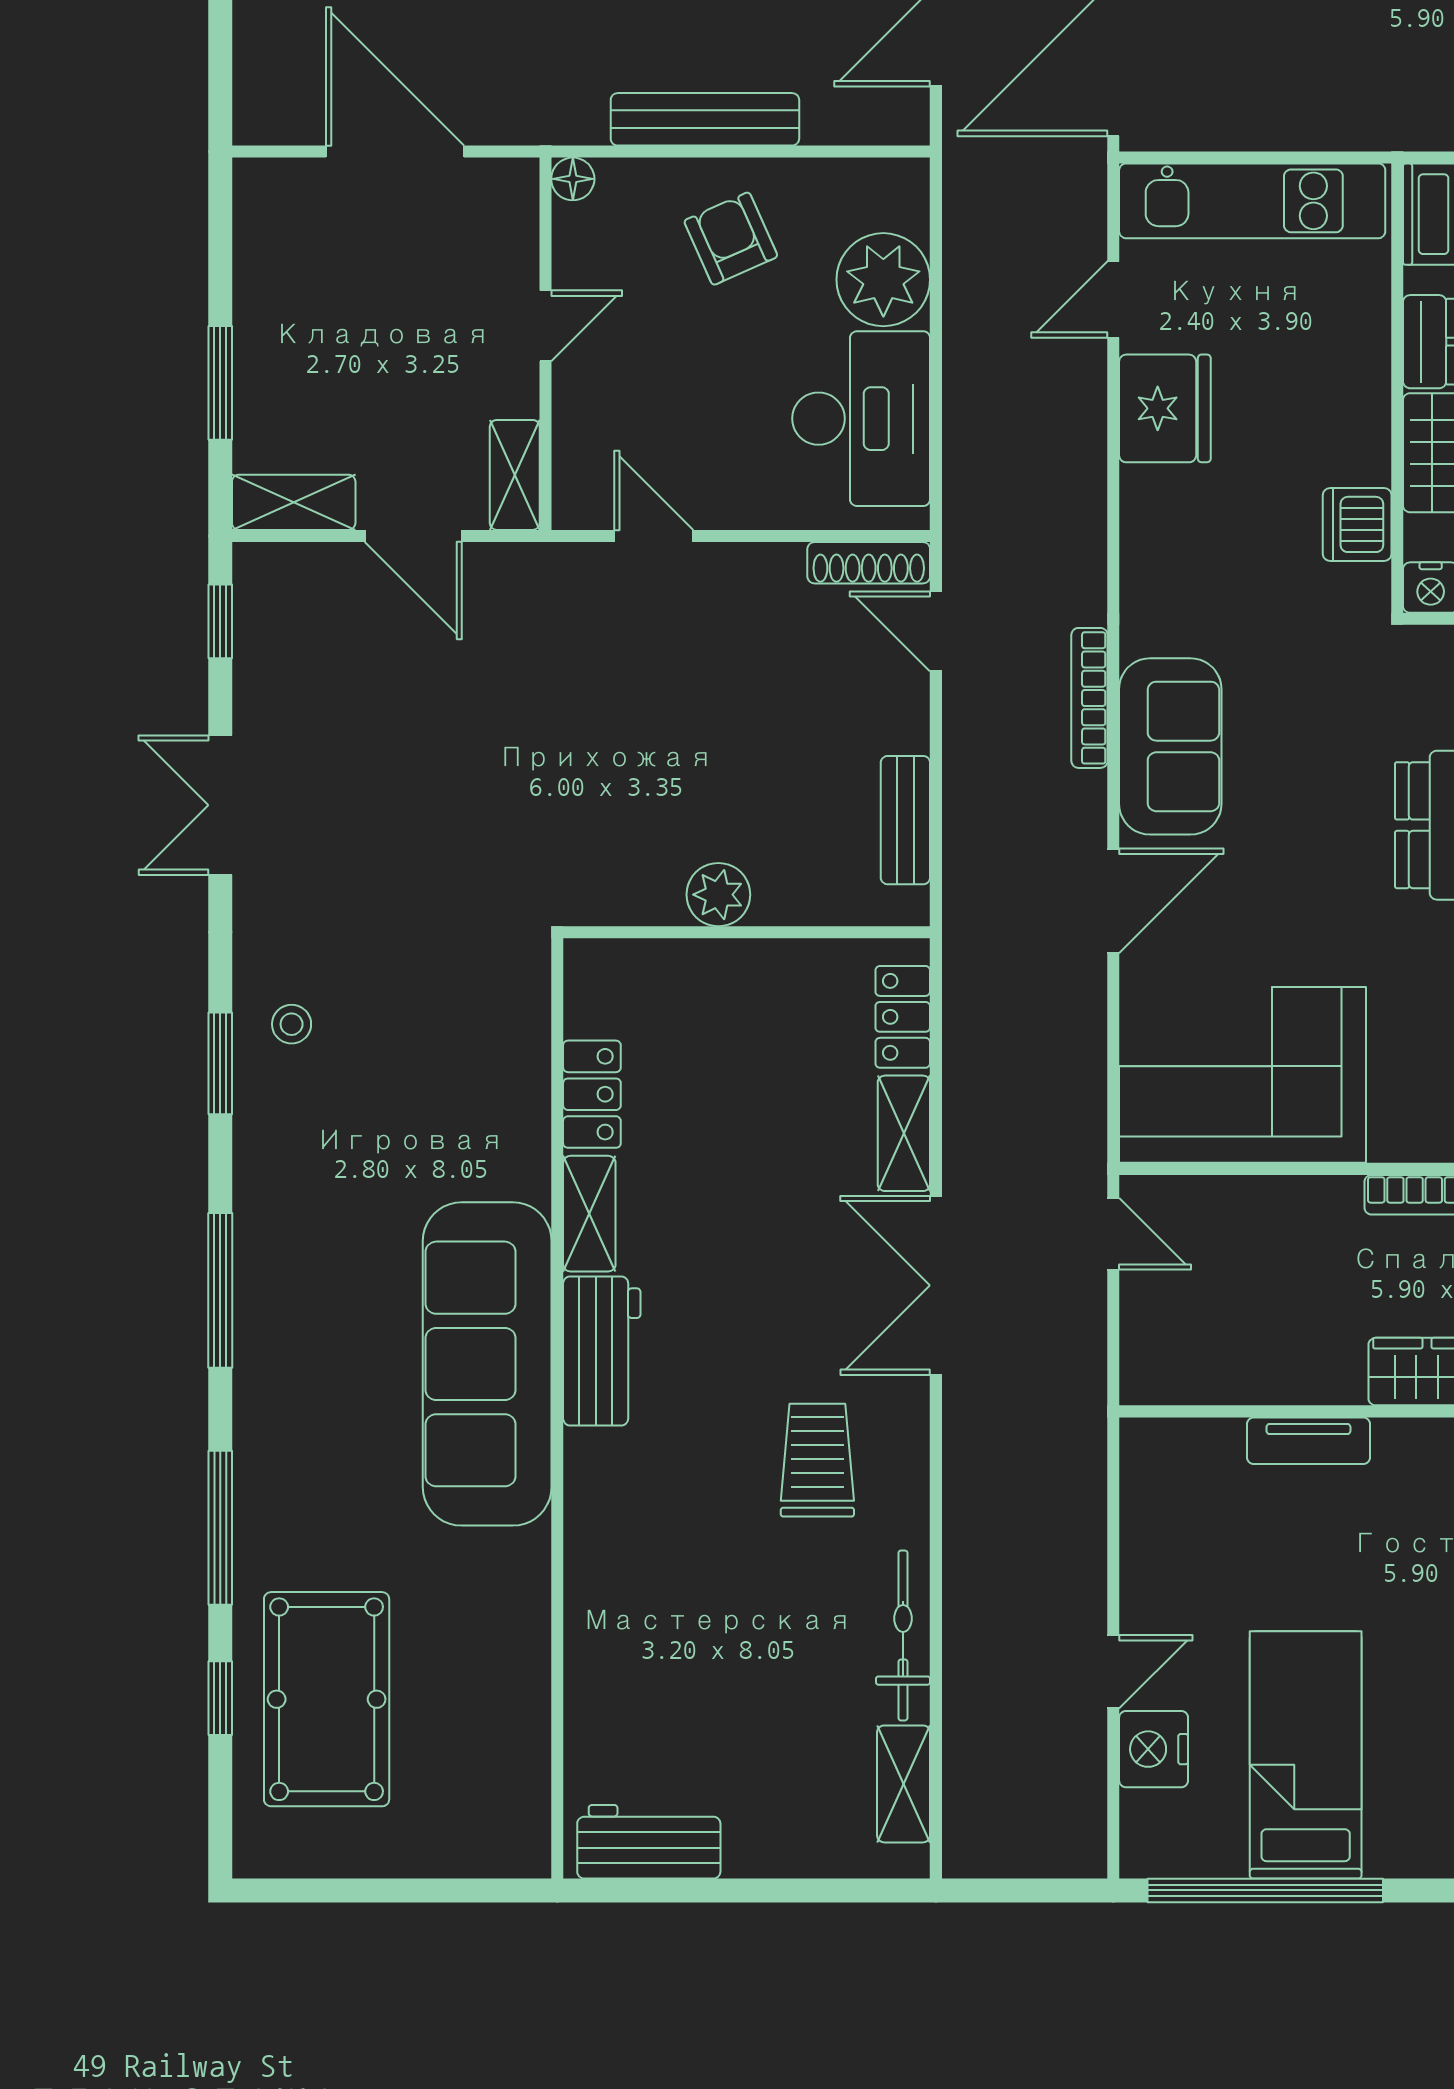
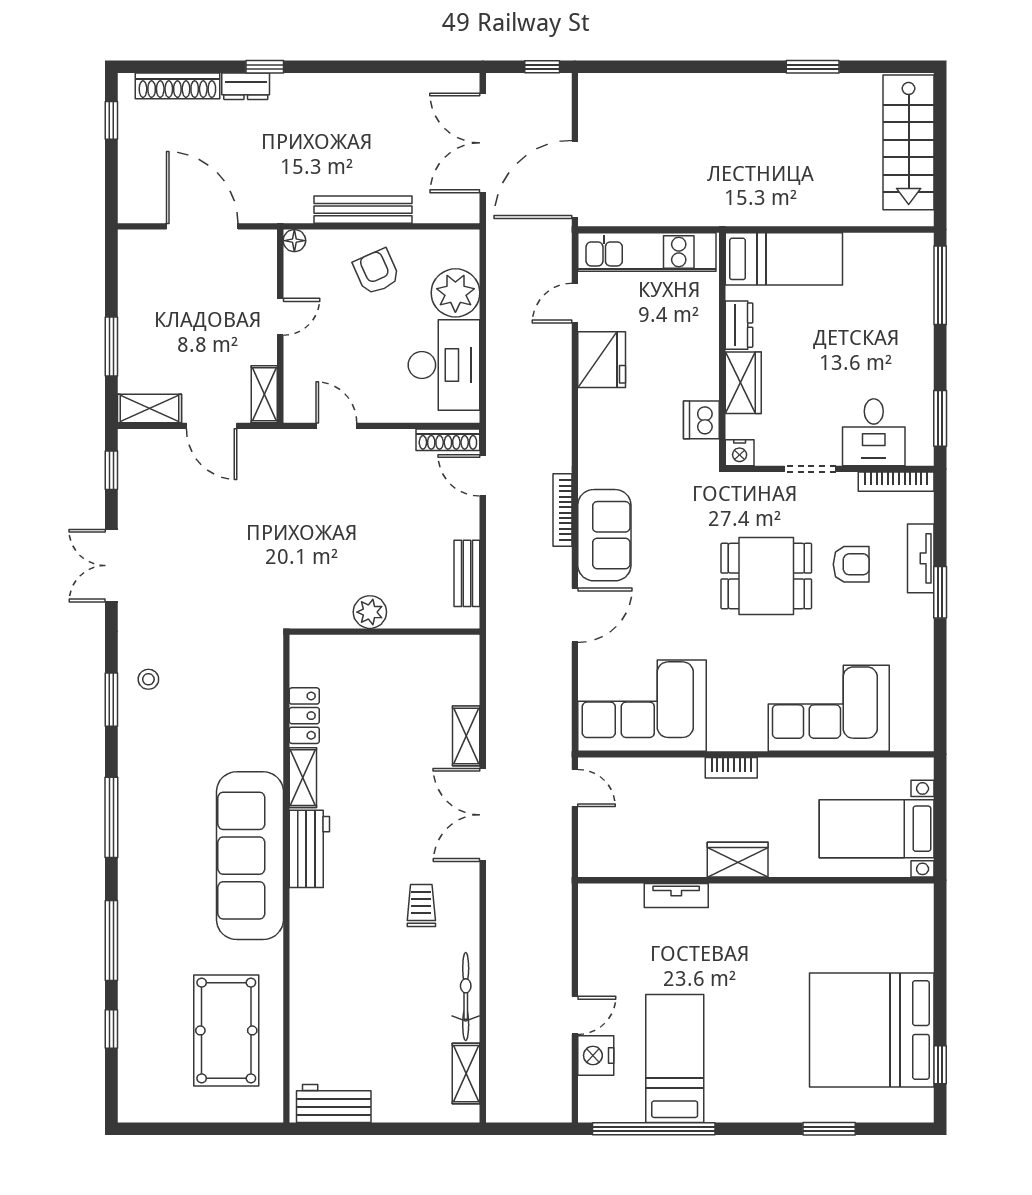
locker: (903, 1017) -> (466, 675), removed
trolley: (817, 1460) -> (421, 905), width x0.73, depth x0.72
pool table: (327, 1699) -> (226, 1030), moved

